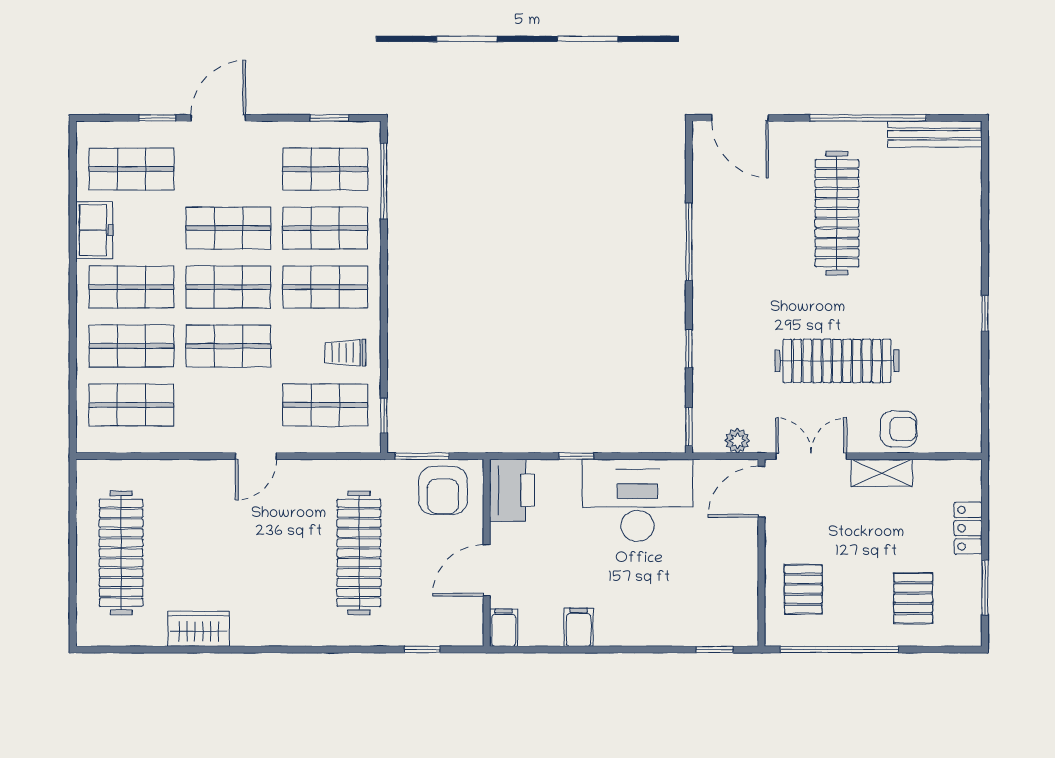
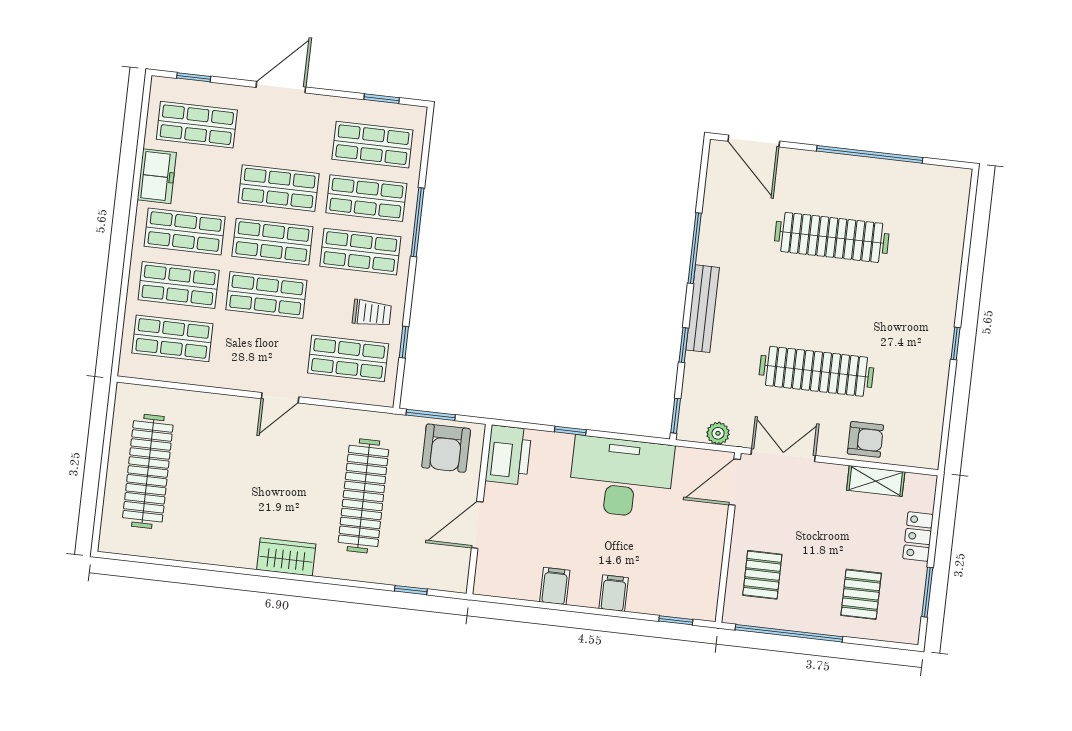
window: (157, 118) -> (194, 77), moved
bench: (935, 134) -> (703, 309), moved, turned 90
window: (384, 181) -> (417, 222), moved
clothes rail: (837, 213) -> (832, 237), turned 90
trolley: (345, 353) -> (372, 313), turned 180
window: (384, 415) -> (404, 342), moved
shelving: (882, 473) -> (876, 481), moved
filing cabinet: (504, 628) -> (614, 593), moved
wardrobe: (199, 629) -> (286, 557), moved

